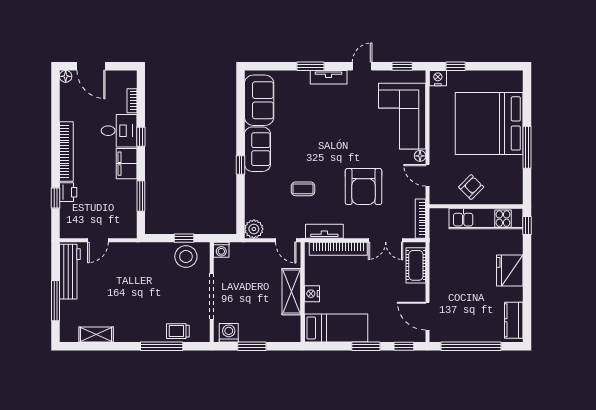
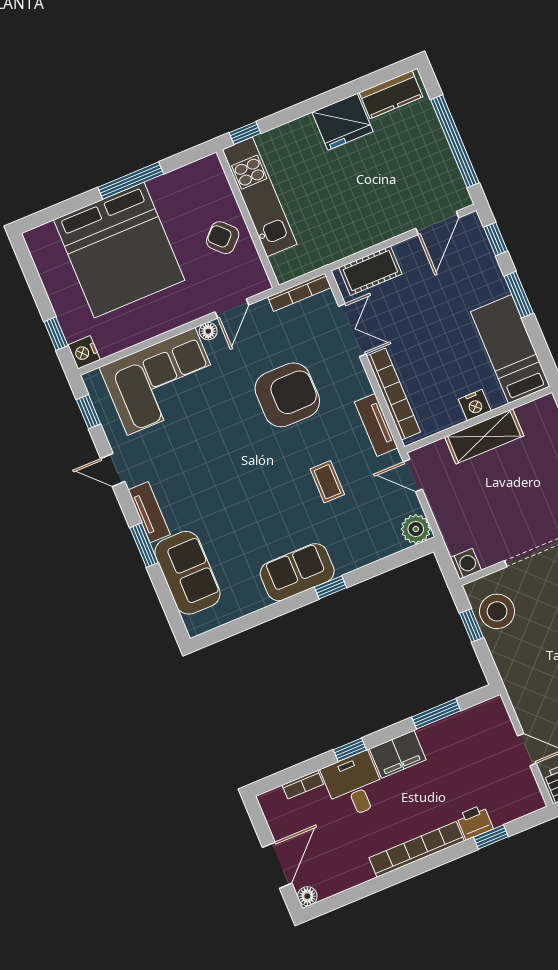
sofa: (259, 100) -> (187, 573), moved, turned 90
door: (286, 240) -> (413, 476), swing flipped
fridge: (510, 271) -> (343, 122), moved

